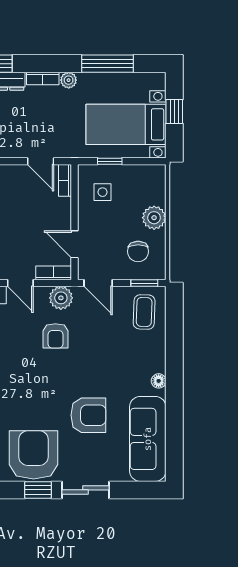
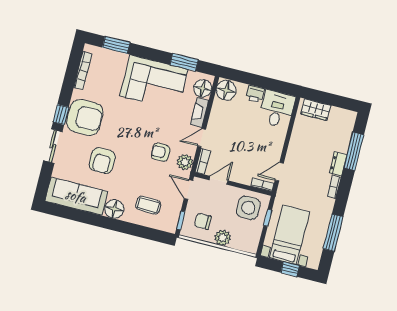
plant: (69, 80) -> (329, 204), removed
side table: (103, 192) -> (248, 208), width x1.87, depth x1.87
door: (98, 283) -> (188, 189), hinge flipped
coffee table: (144, 312) -> (148, 205), moved
floor lamp: (159, 381) -> (114, 209), width x1.89, depth x1.89

